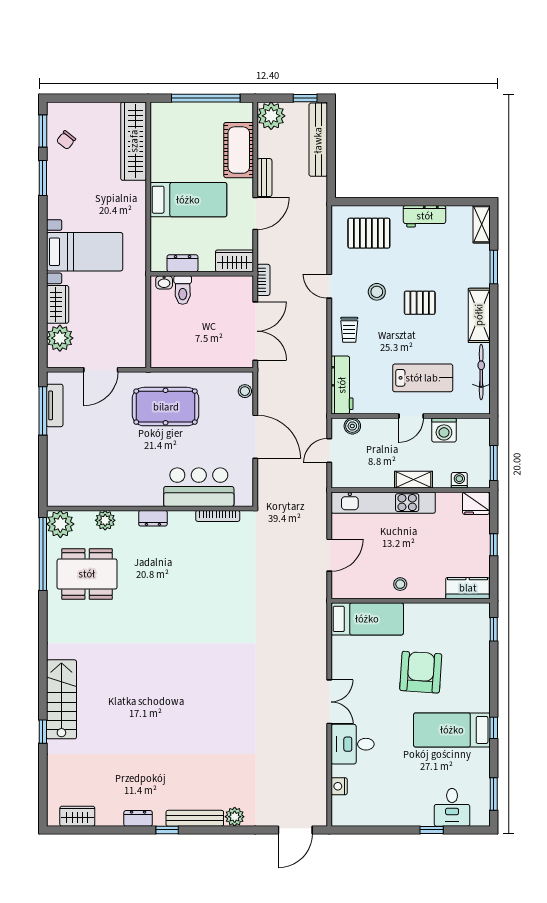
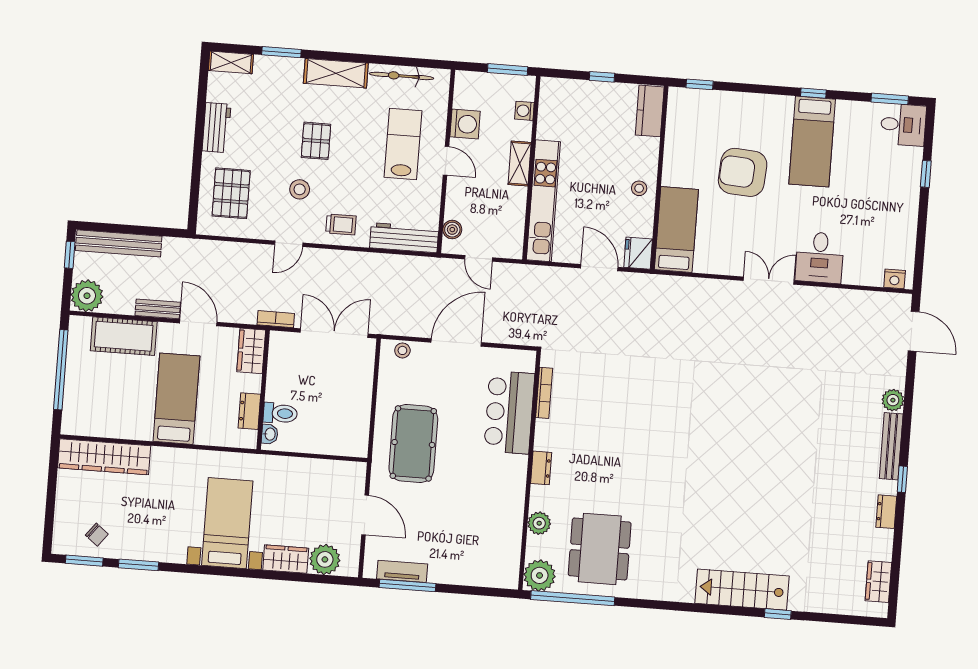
fridge: (476, 503) -> (638, 253), moved, turned 180
nightstand: (339, 786) -> (895, 279), moved
desk: (452, 807) -> (903, 125), moved

